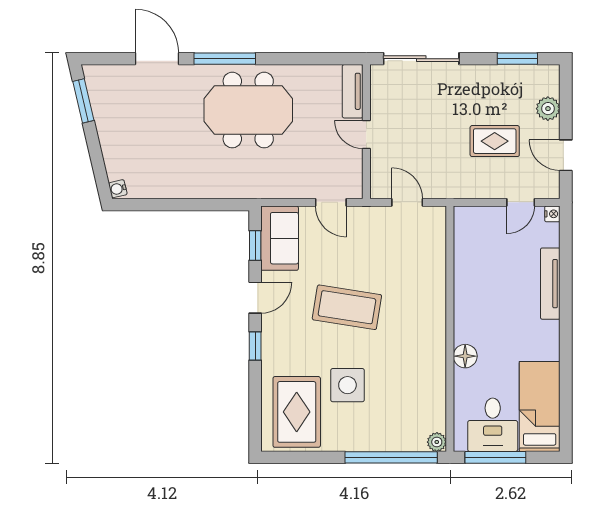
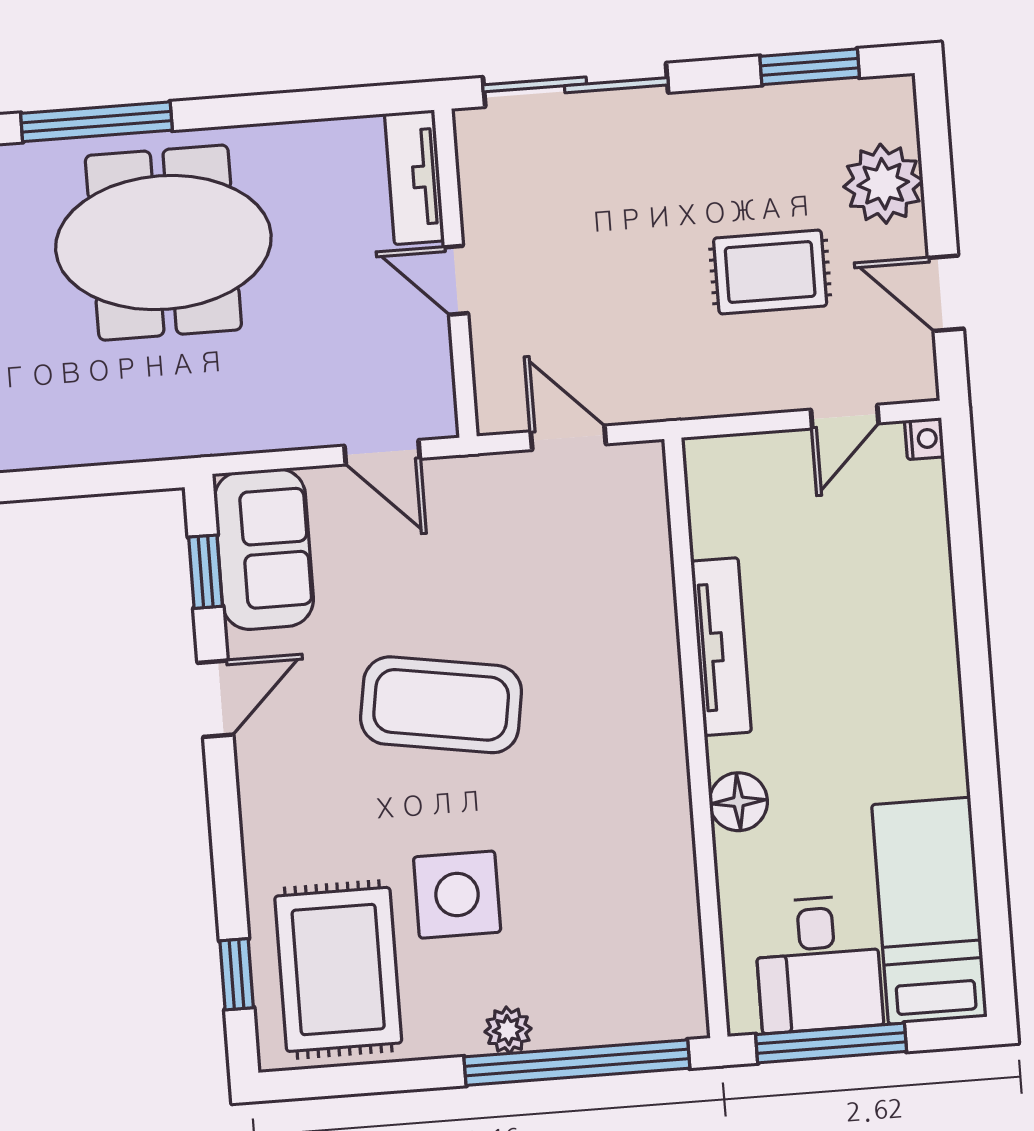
plant: (548, 109) -> (883, 184), width x1.36, depth x1.36
tv unit: (550, 284) -> (721, 647), moved, turned 180
window: (255, 346) -> (237, 974), moved
plant: (437, 442) -> (508, 1030), moved

